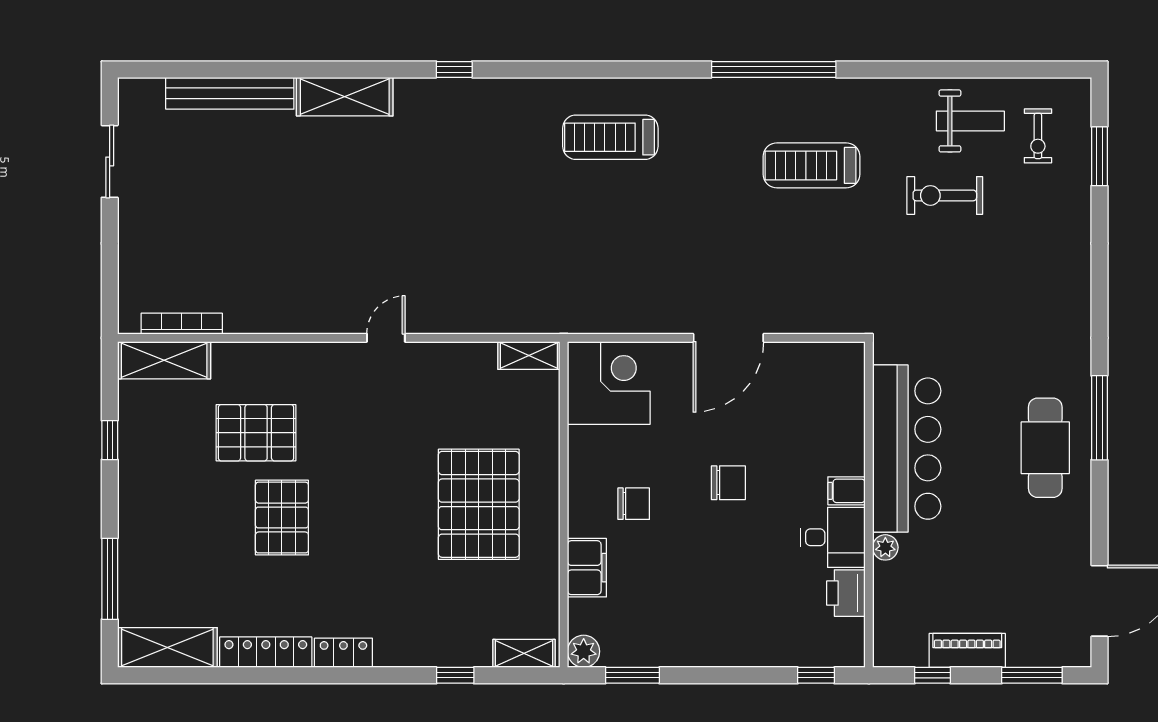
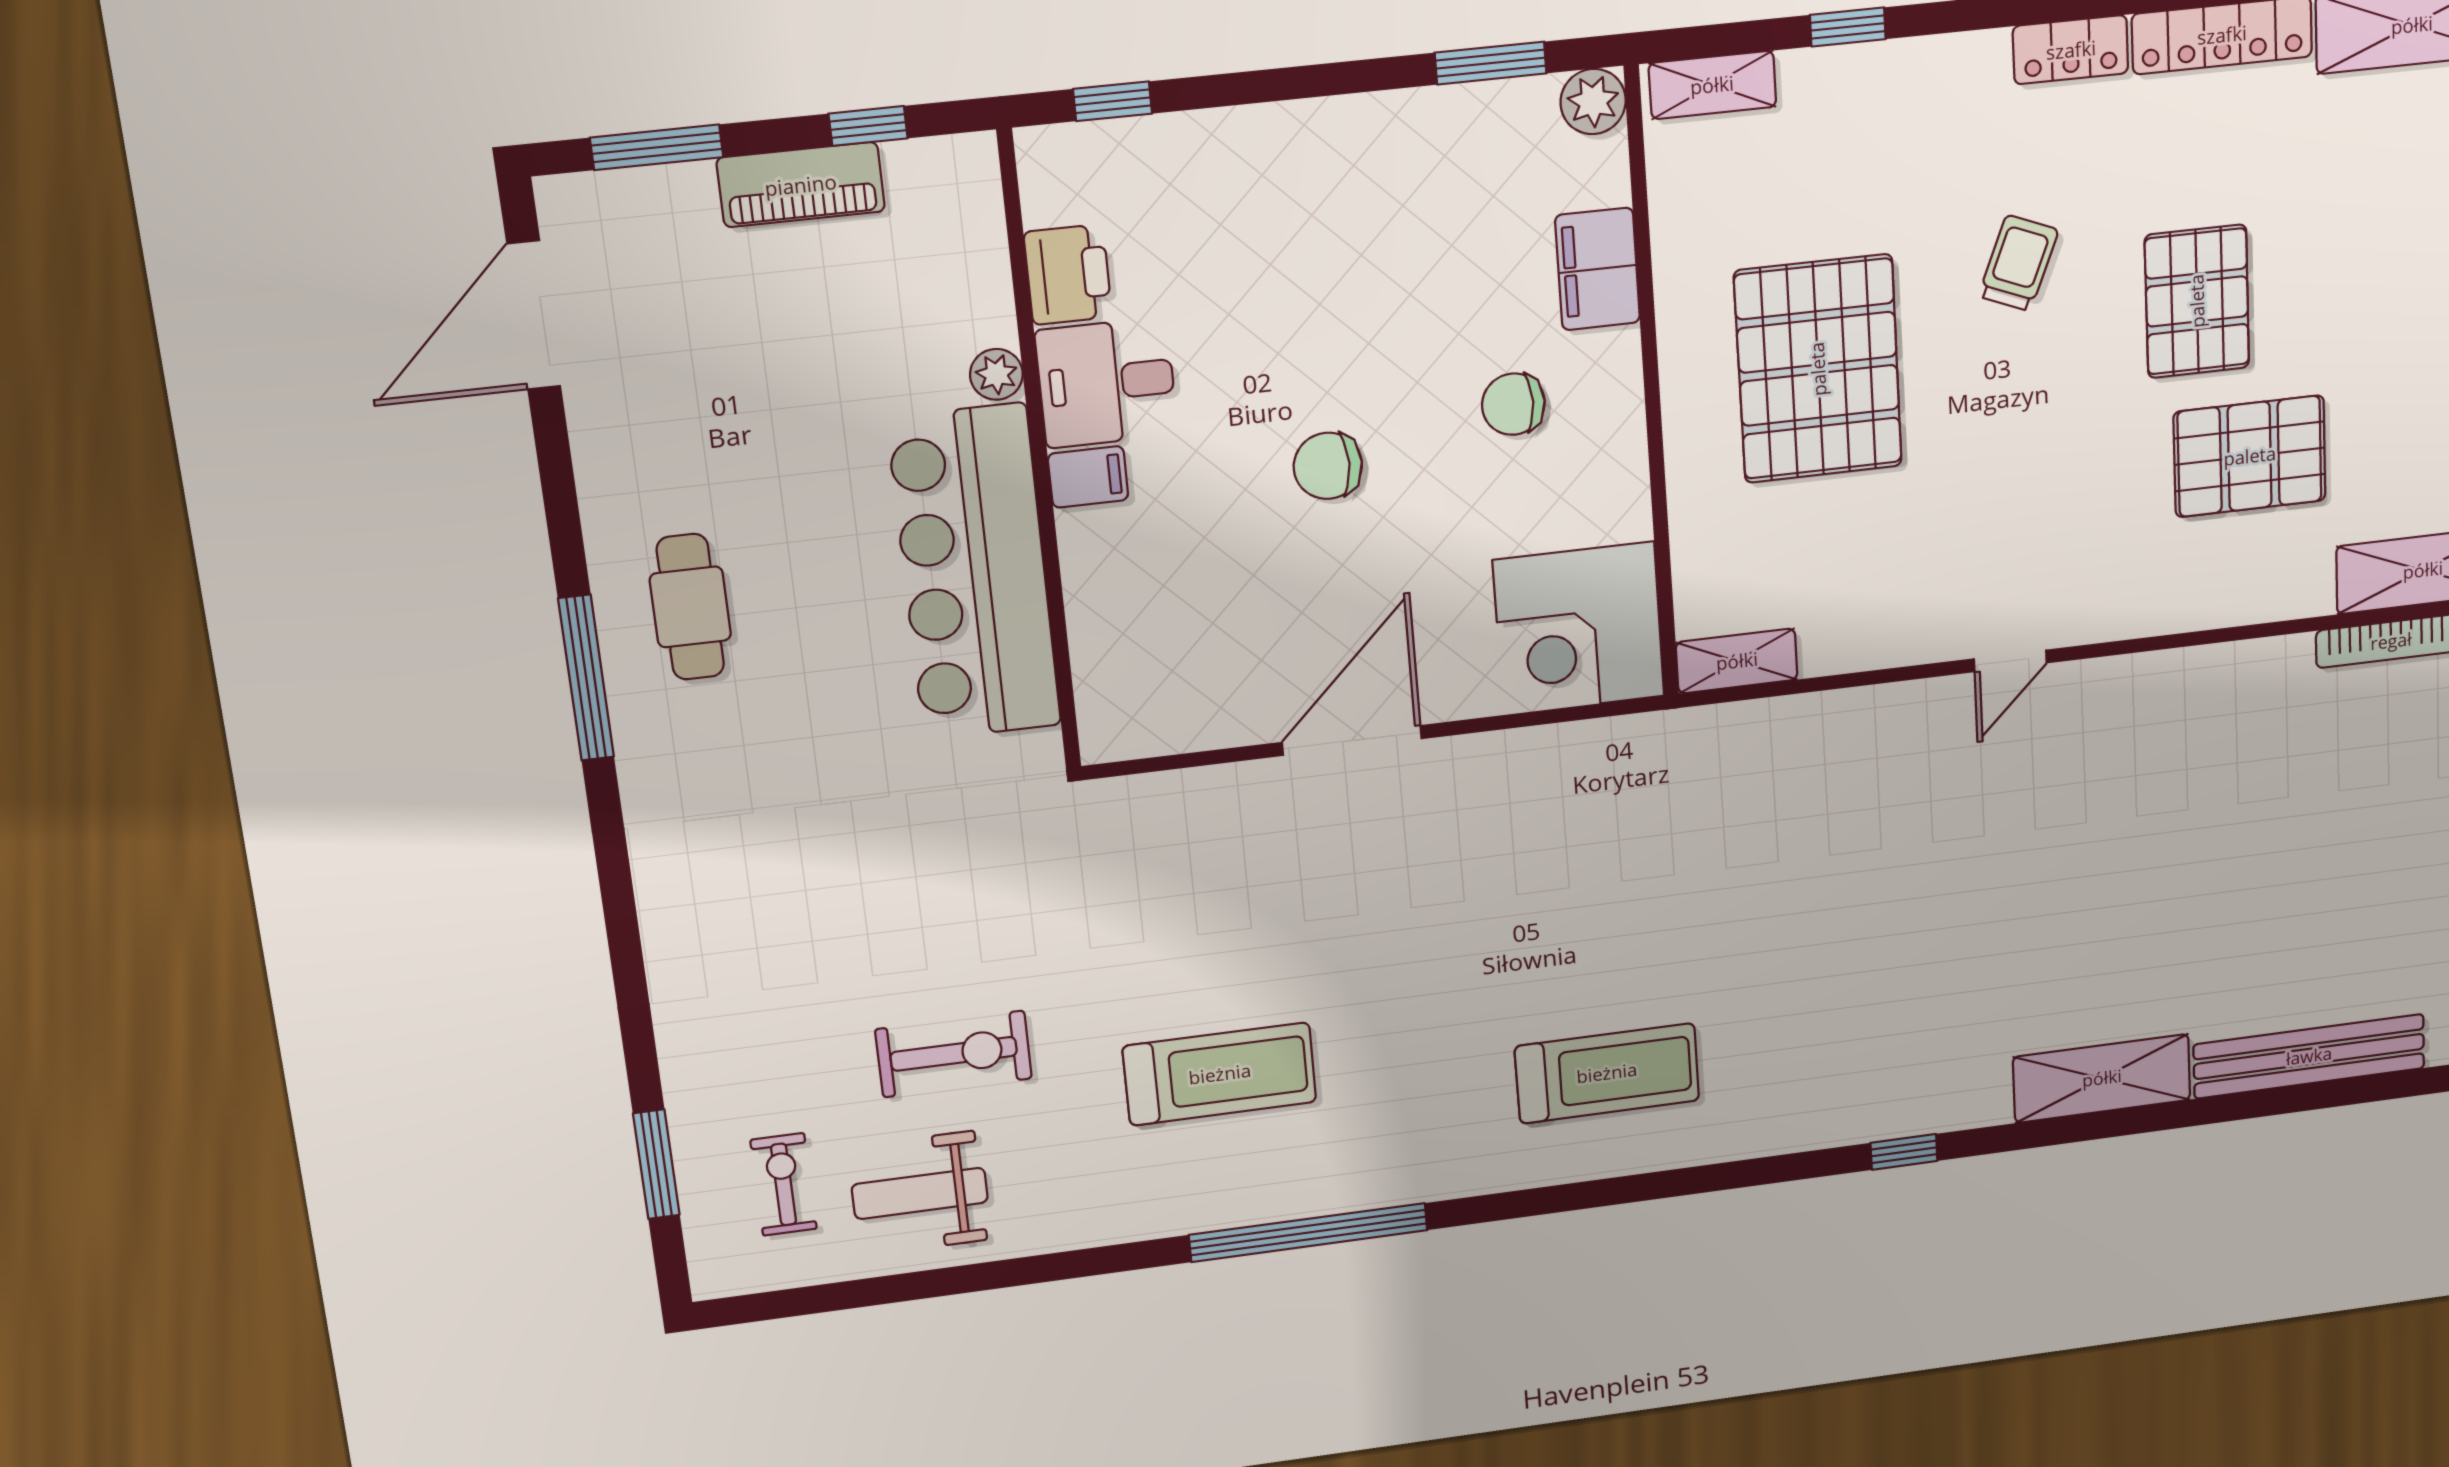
cafe table: (1045, 448) -> (690, 607), width x0.73, depth x0.74
trolley: (374, 548) -> (2018, 263), added

